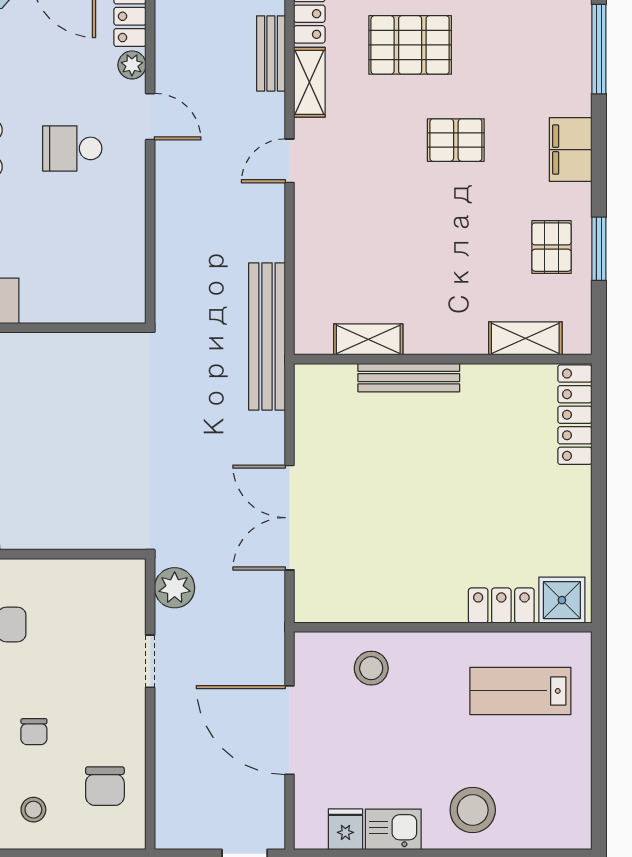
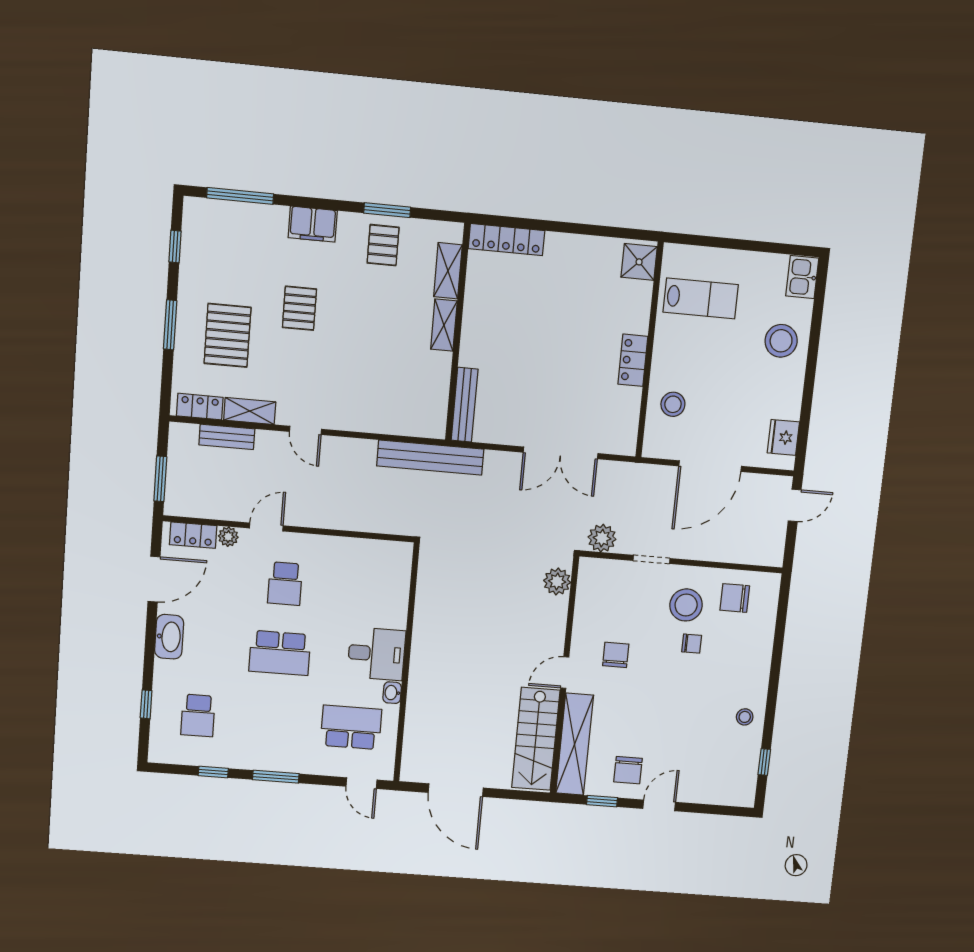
pallet: (552, 247) -> (383, 245), turned 90
shelving: (368, 339) -> (444, 325), moved
bench: (409, 378) -> (465, 405), moved
plant: (107, 530) -> (557, 581), added
locker: (501, 606) -> (633, 360), moved
lab bench: (520, 691) -> (701, 298), turned -90
chair: (105, 786) -> (735, 598), turned 180
stool: (33, 810) -> (686, 605), moved, width x1.89, depth x1.89
fridge: (345, 829) -> (783, 437), width x1.38
kitchen sink: (393, 829) -> (802, 277), moved

